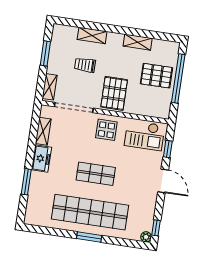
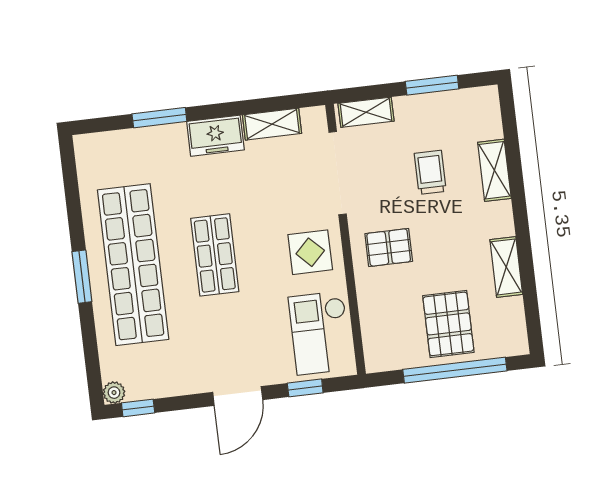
pallet: (114, 93) -> (389, 247), width x0.67, depth x0.71

